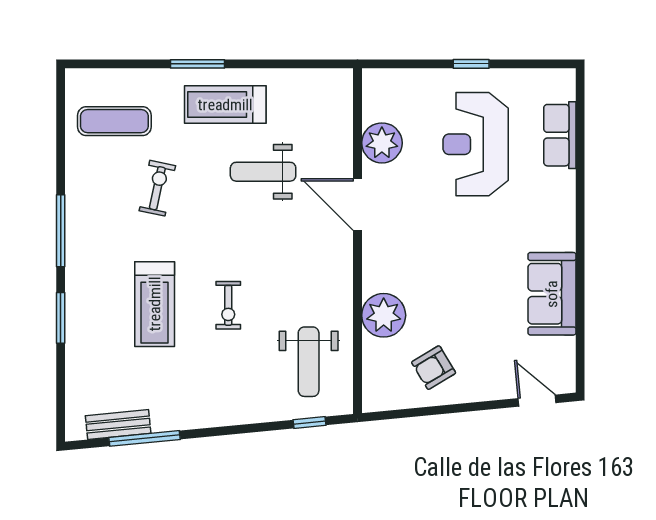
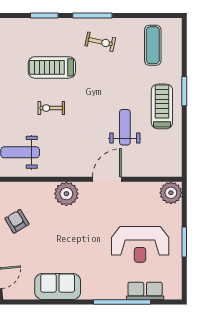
window: (471, 64) -> (184, 242), width x1.50
plant: (382, 143) -> (171, 193), moved
reception desk: (476, 144) -> (140, 244), turned 180
window: (580, 177) -> (122, 302), added
exercise bike: (157, 188) -> (100, 42), moved
plant: (384, 315) -> (66, 194), moved

